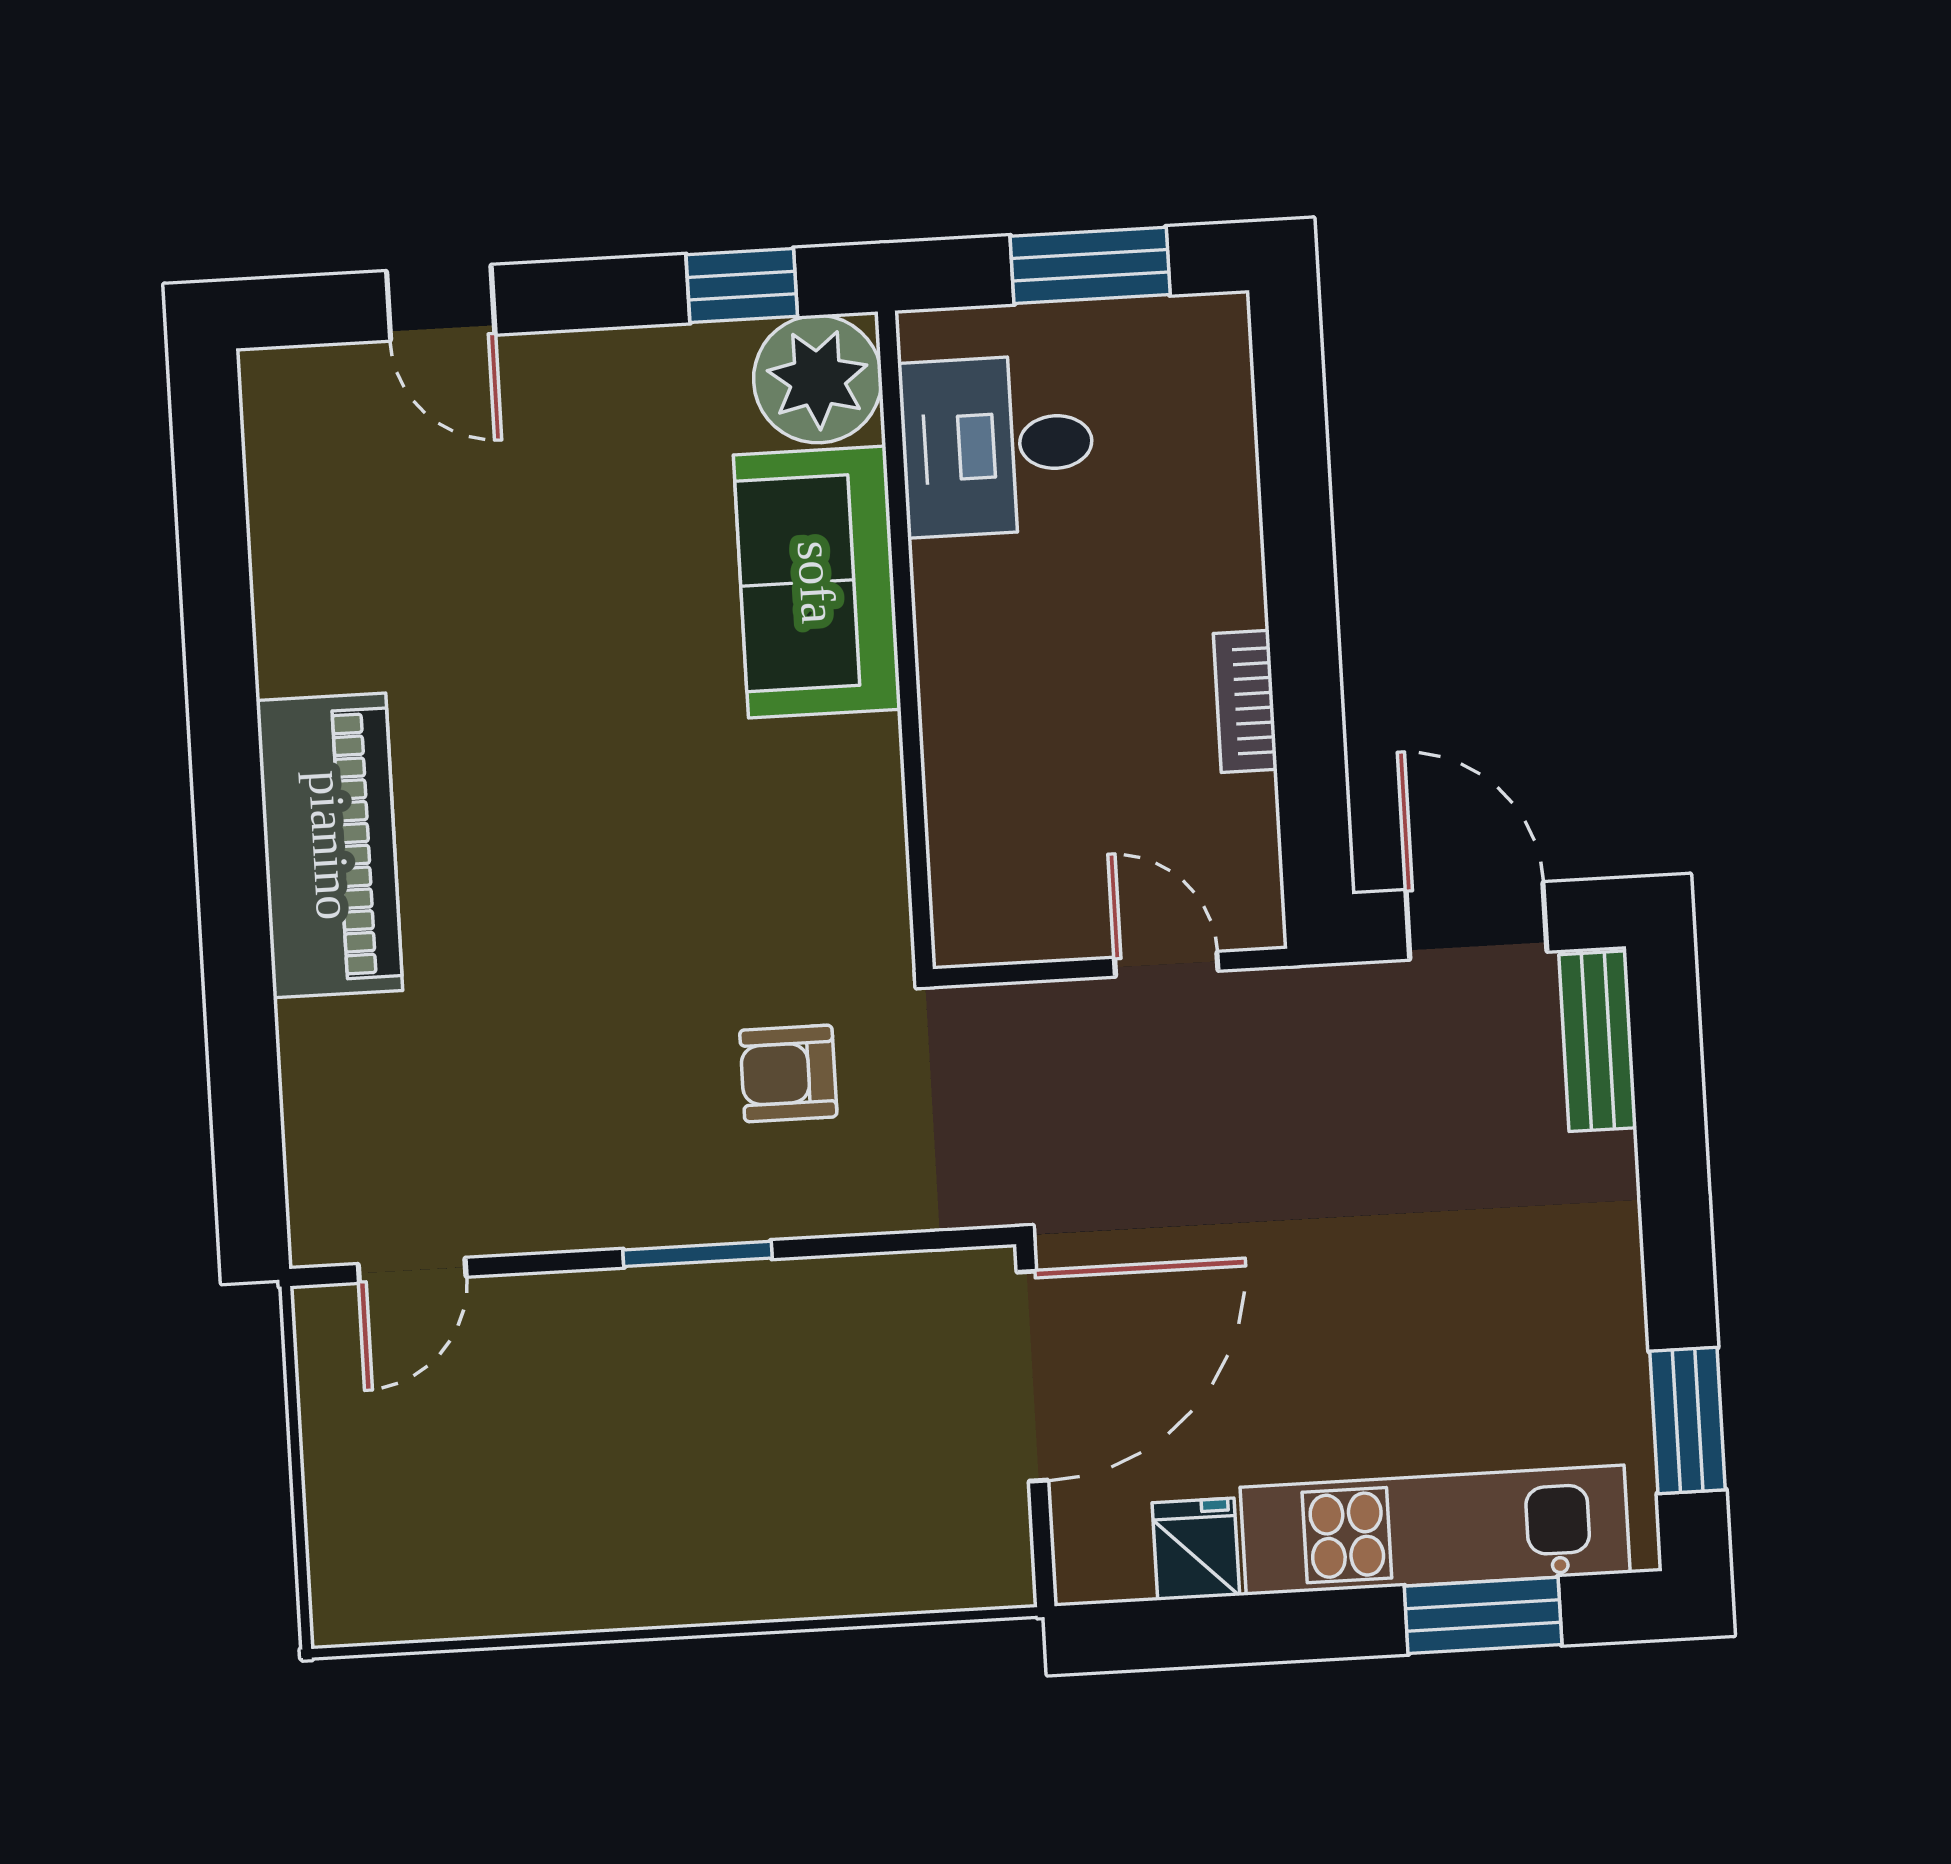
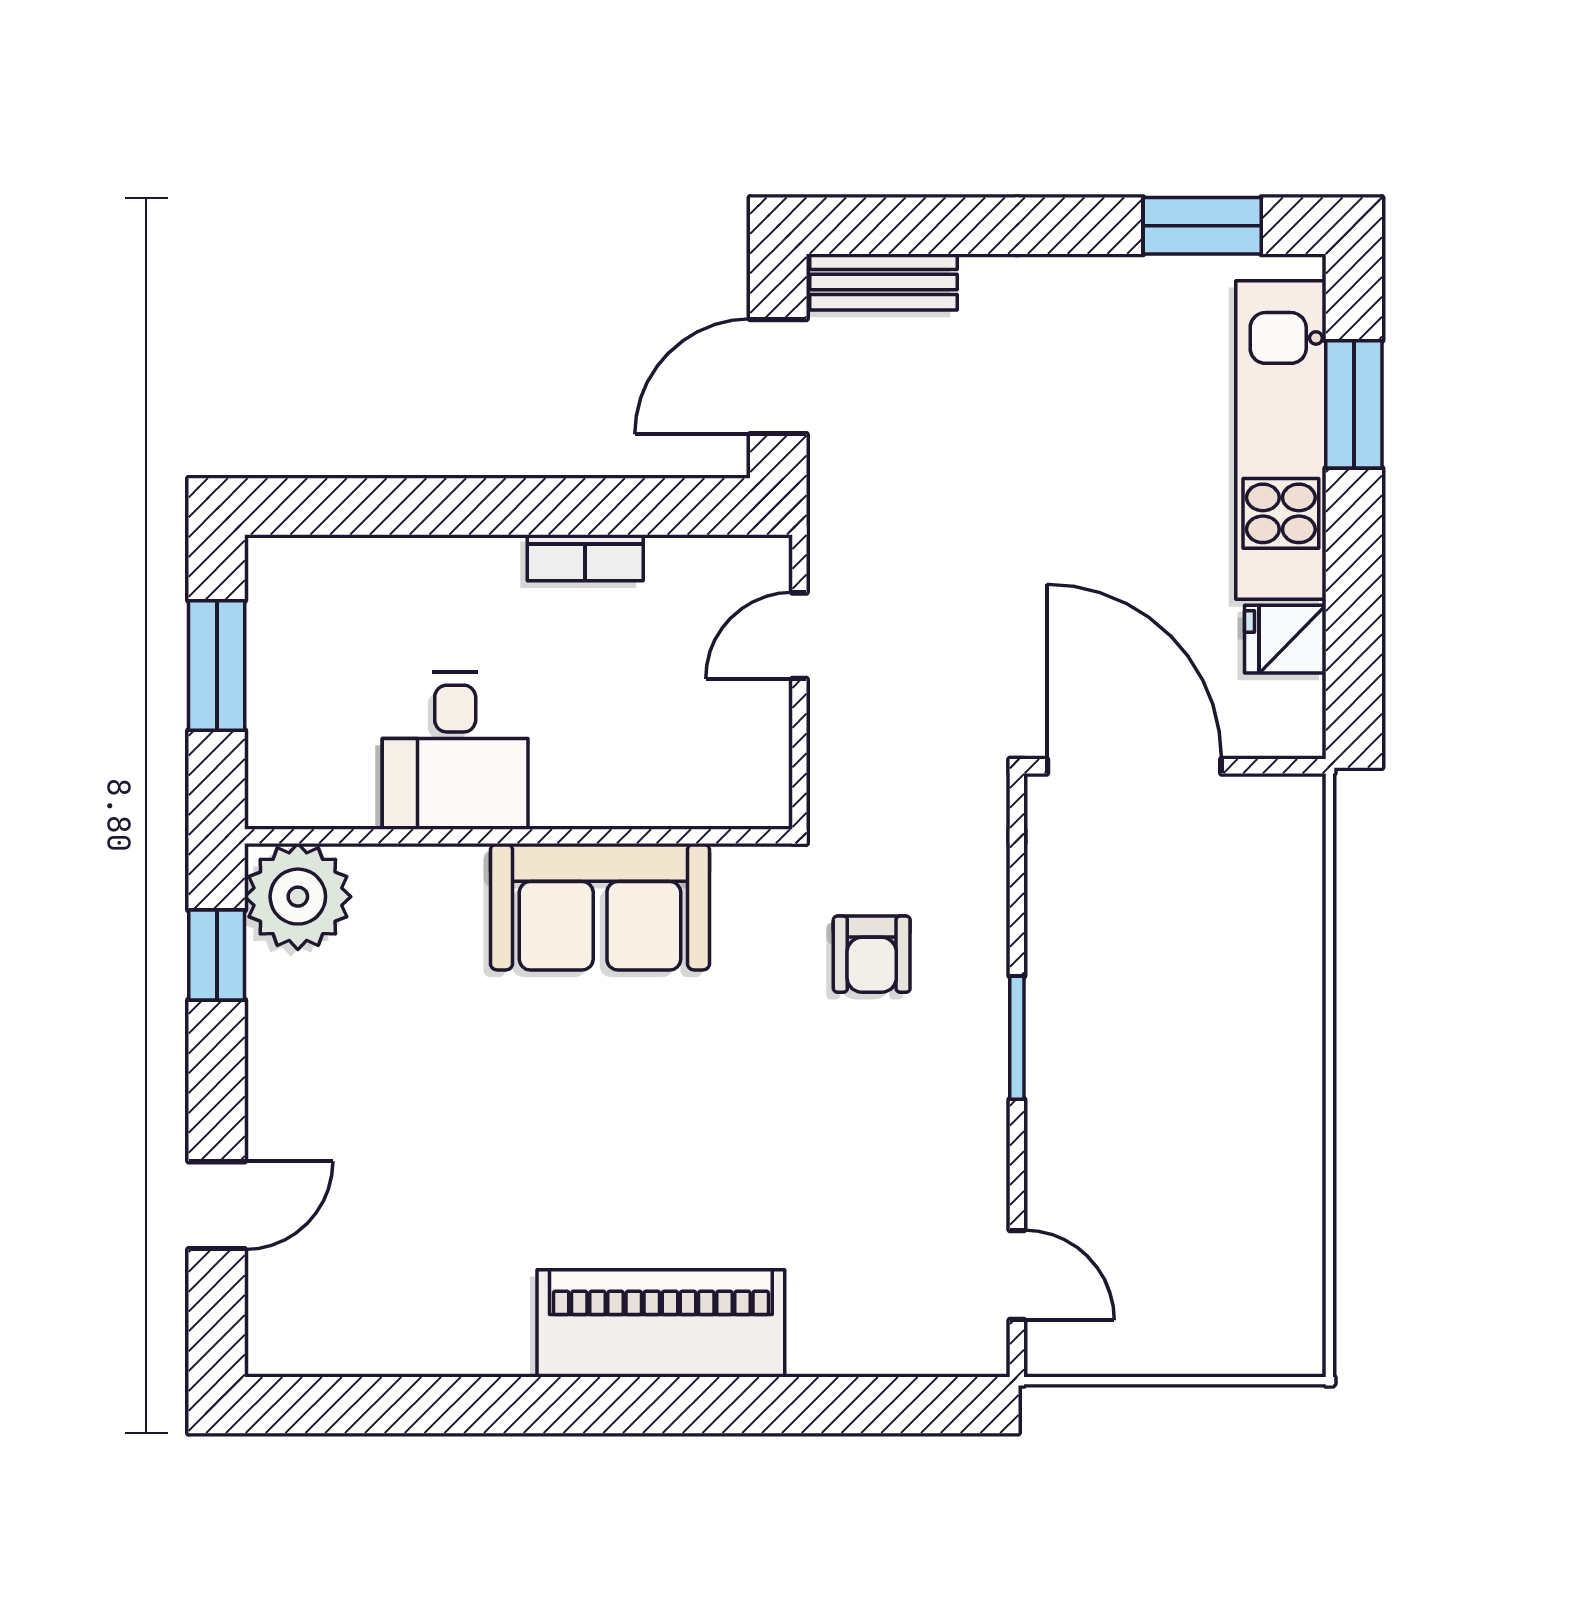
desk: (997, 445) -> (455, 751), moved
sofa: (817, 582) -> (600, 907), moved

